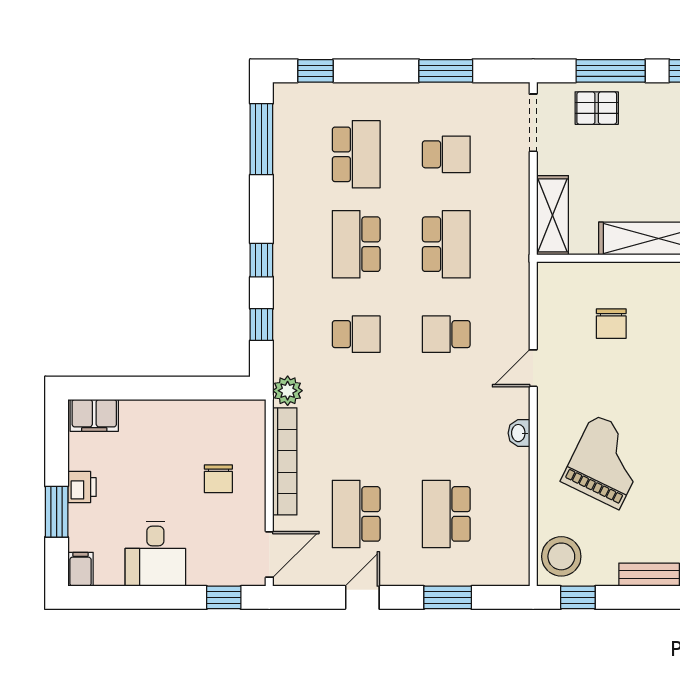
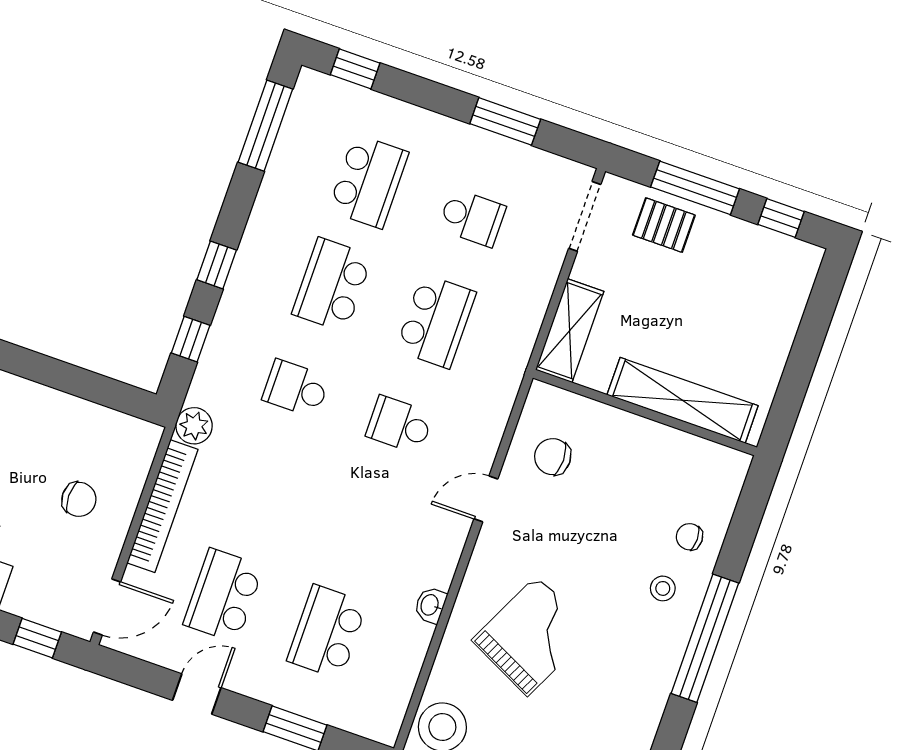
chair: (611, 324) -> (553, 457), moved, turned 90
school desk: (356, 334) -> (296, 388), turned 180
washbasin: (519, 433) -> (430, 605), moved
chair: (218, 479) -> (79, 499), turned -90

